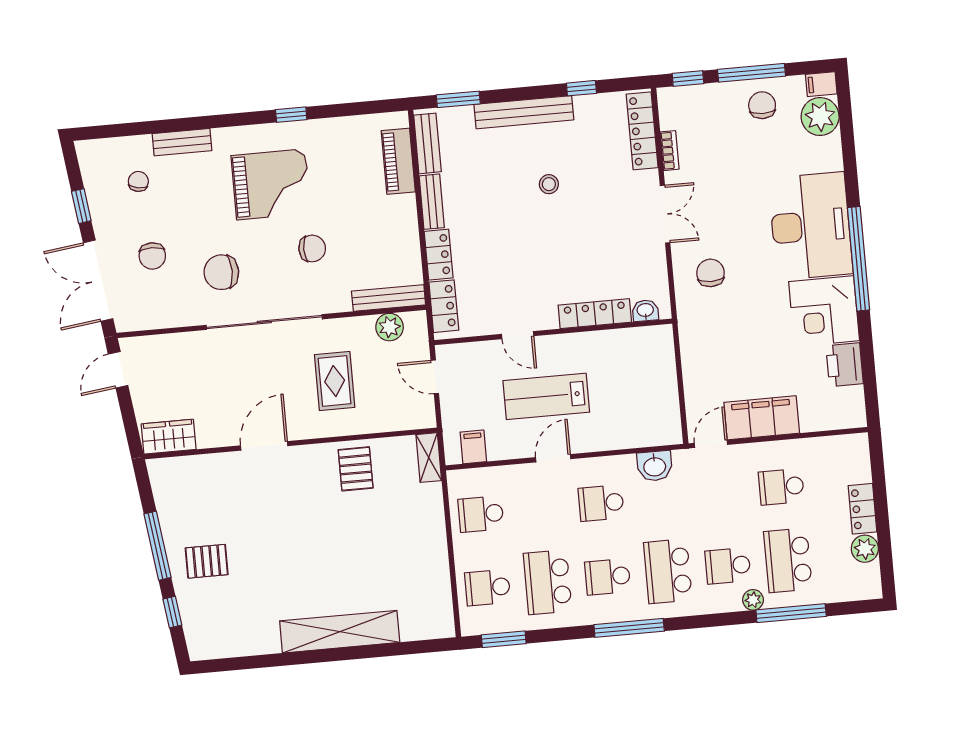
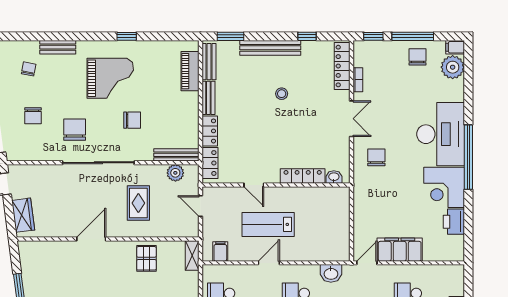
chair: (221, 272) -> (75, 130), turned 90
wardrobe: (169, 437) -> (23, 215), moved, turned 83

